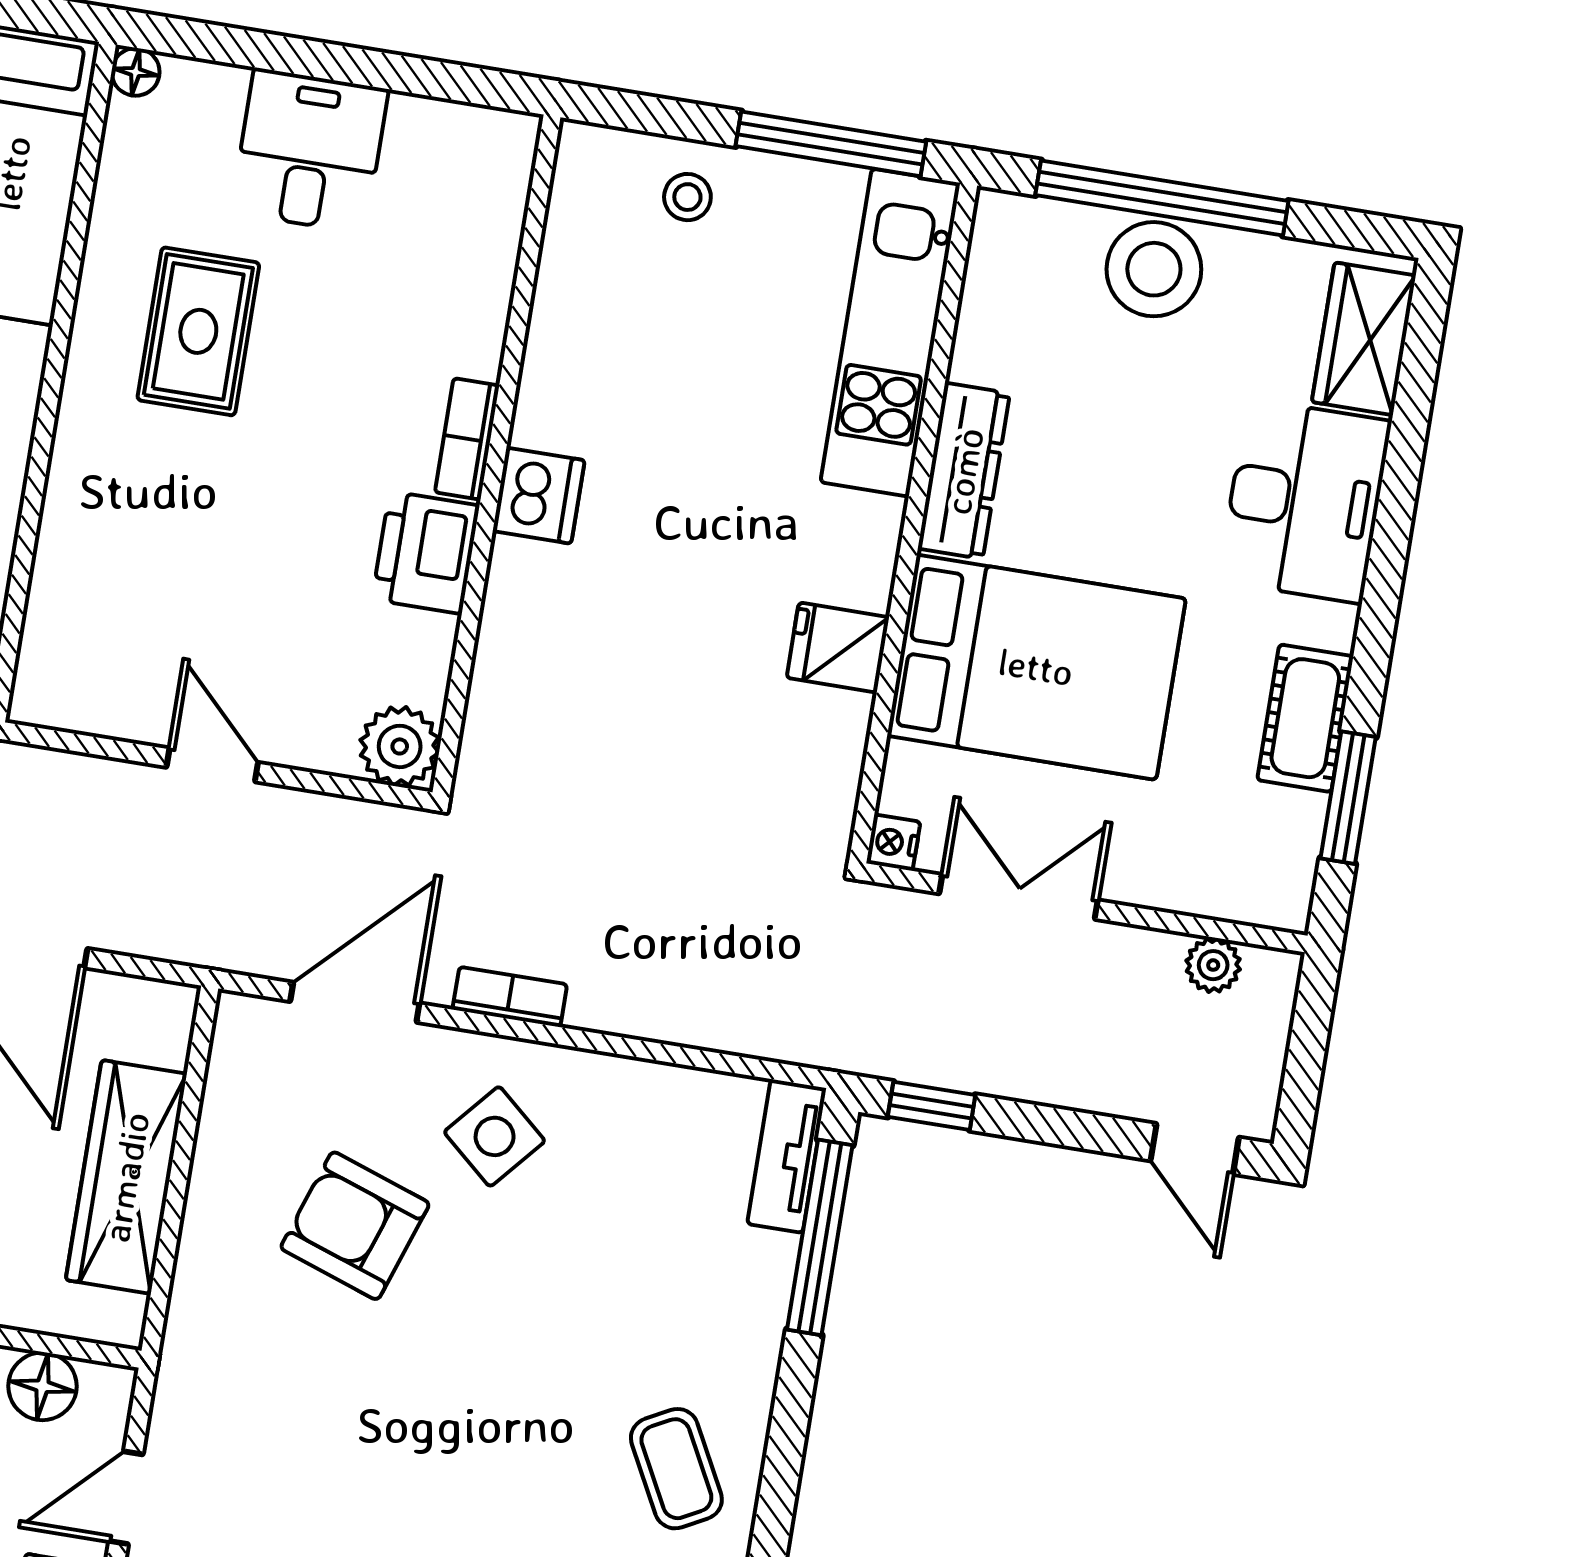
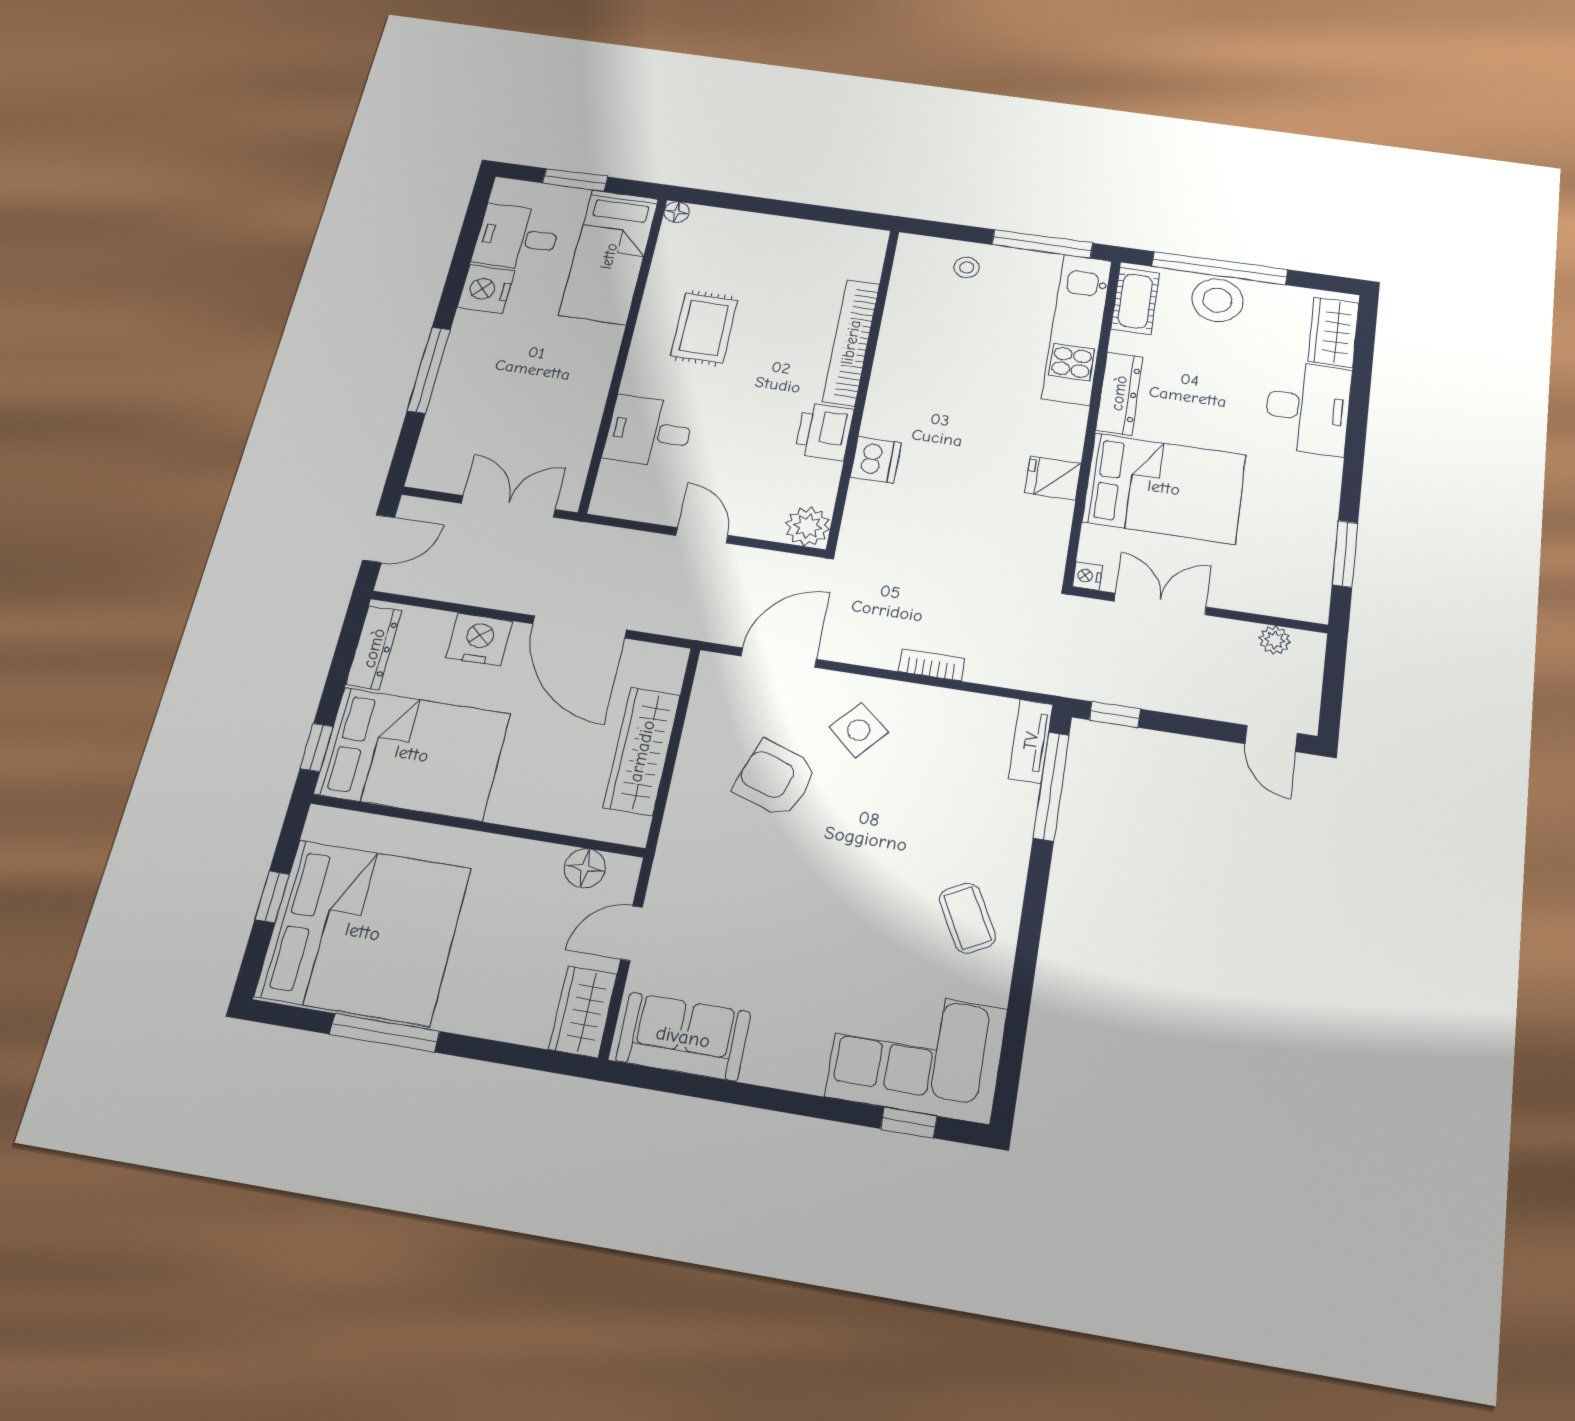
desk: (310, 151) -> (649, 432), moved, turned -90
bookcase: (467, 439) -> (851, 342), width x2.31, depth x1.31
dishwasher: (539, 496) -> (876, 460), moved
cot: (1305, 718) -> (1135, 301), moved
bookcase: (510, 997) -> (931, 665), moved

